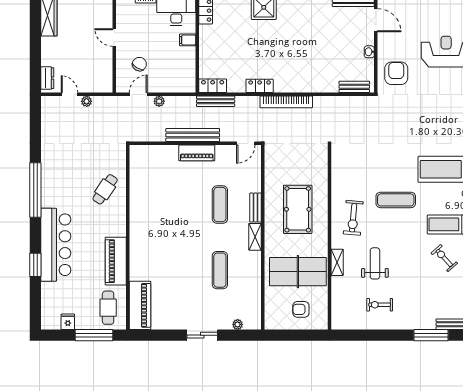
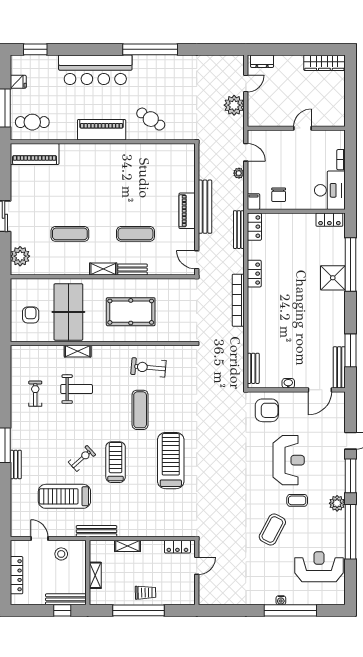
filing cabinet: (188, 40) -> (253, 202), moved
chair: (139, 64) -> (279, 195), moved, turned 60
plant: (87, 101) -> (234, 105), width x1.88, depth x1.88
exercise bike: (353, 218) -> (148, 367), moved
piano: (116, 261) -> (102, 130), moved
window: (35, 265) -> (35, 49), moved
plant: (238, 324) -> (20, 256), width x1.88, depth x1.88

